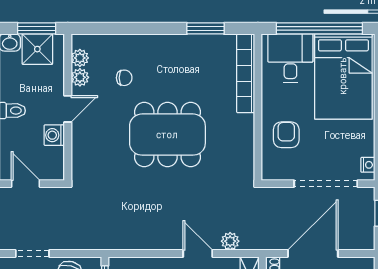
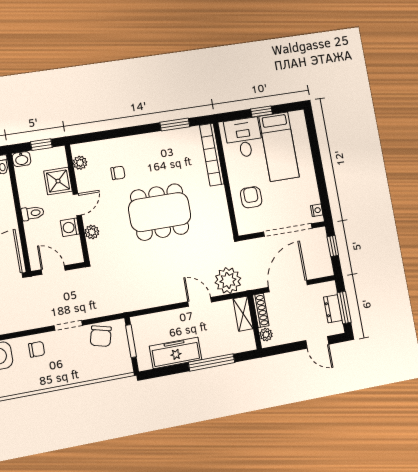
window: (37, 28) -> (41, 145), width x0.67
window: (319, 28) -> (261, 112), width x0.32
shower: (37, 49) -> (58, 181), moved
bed: (343, 76) -> (279, 147), width x0.67
plant: (80, 77) -> (92, 232), moved
plant: (230, 241) -> (228, 280), width x1.88, depth x1.88

